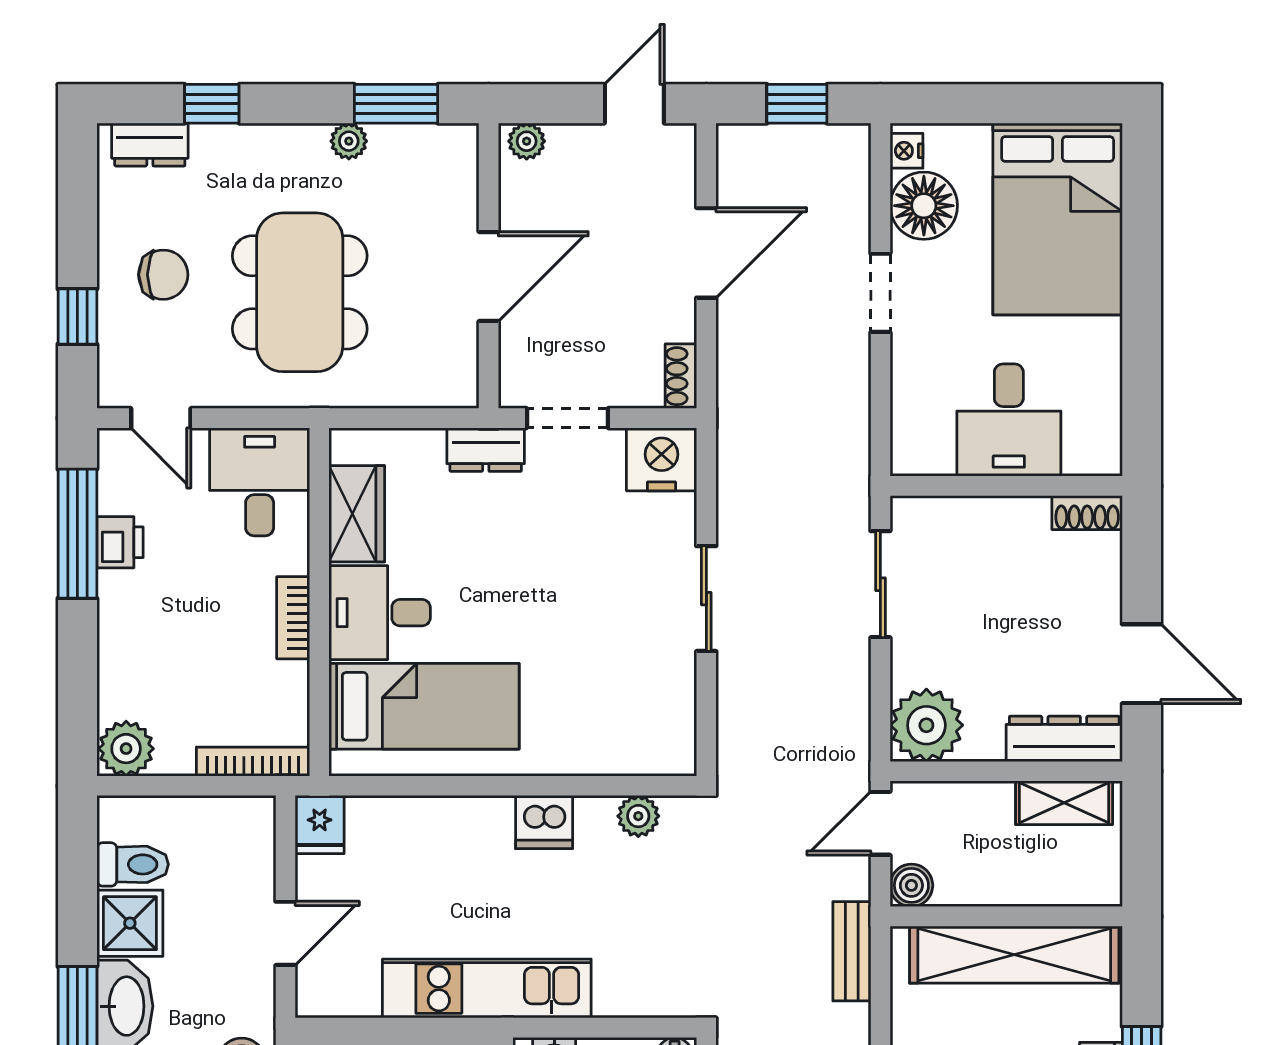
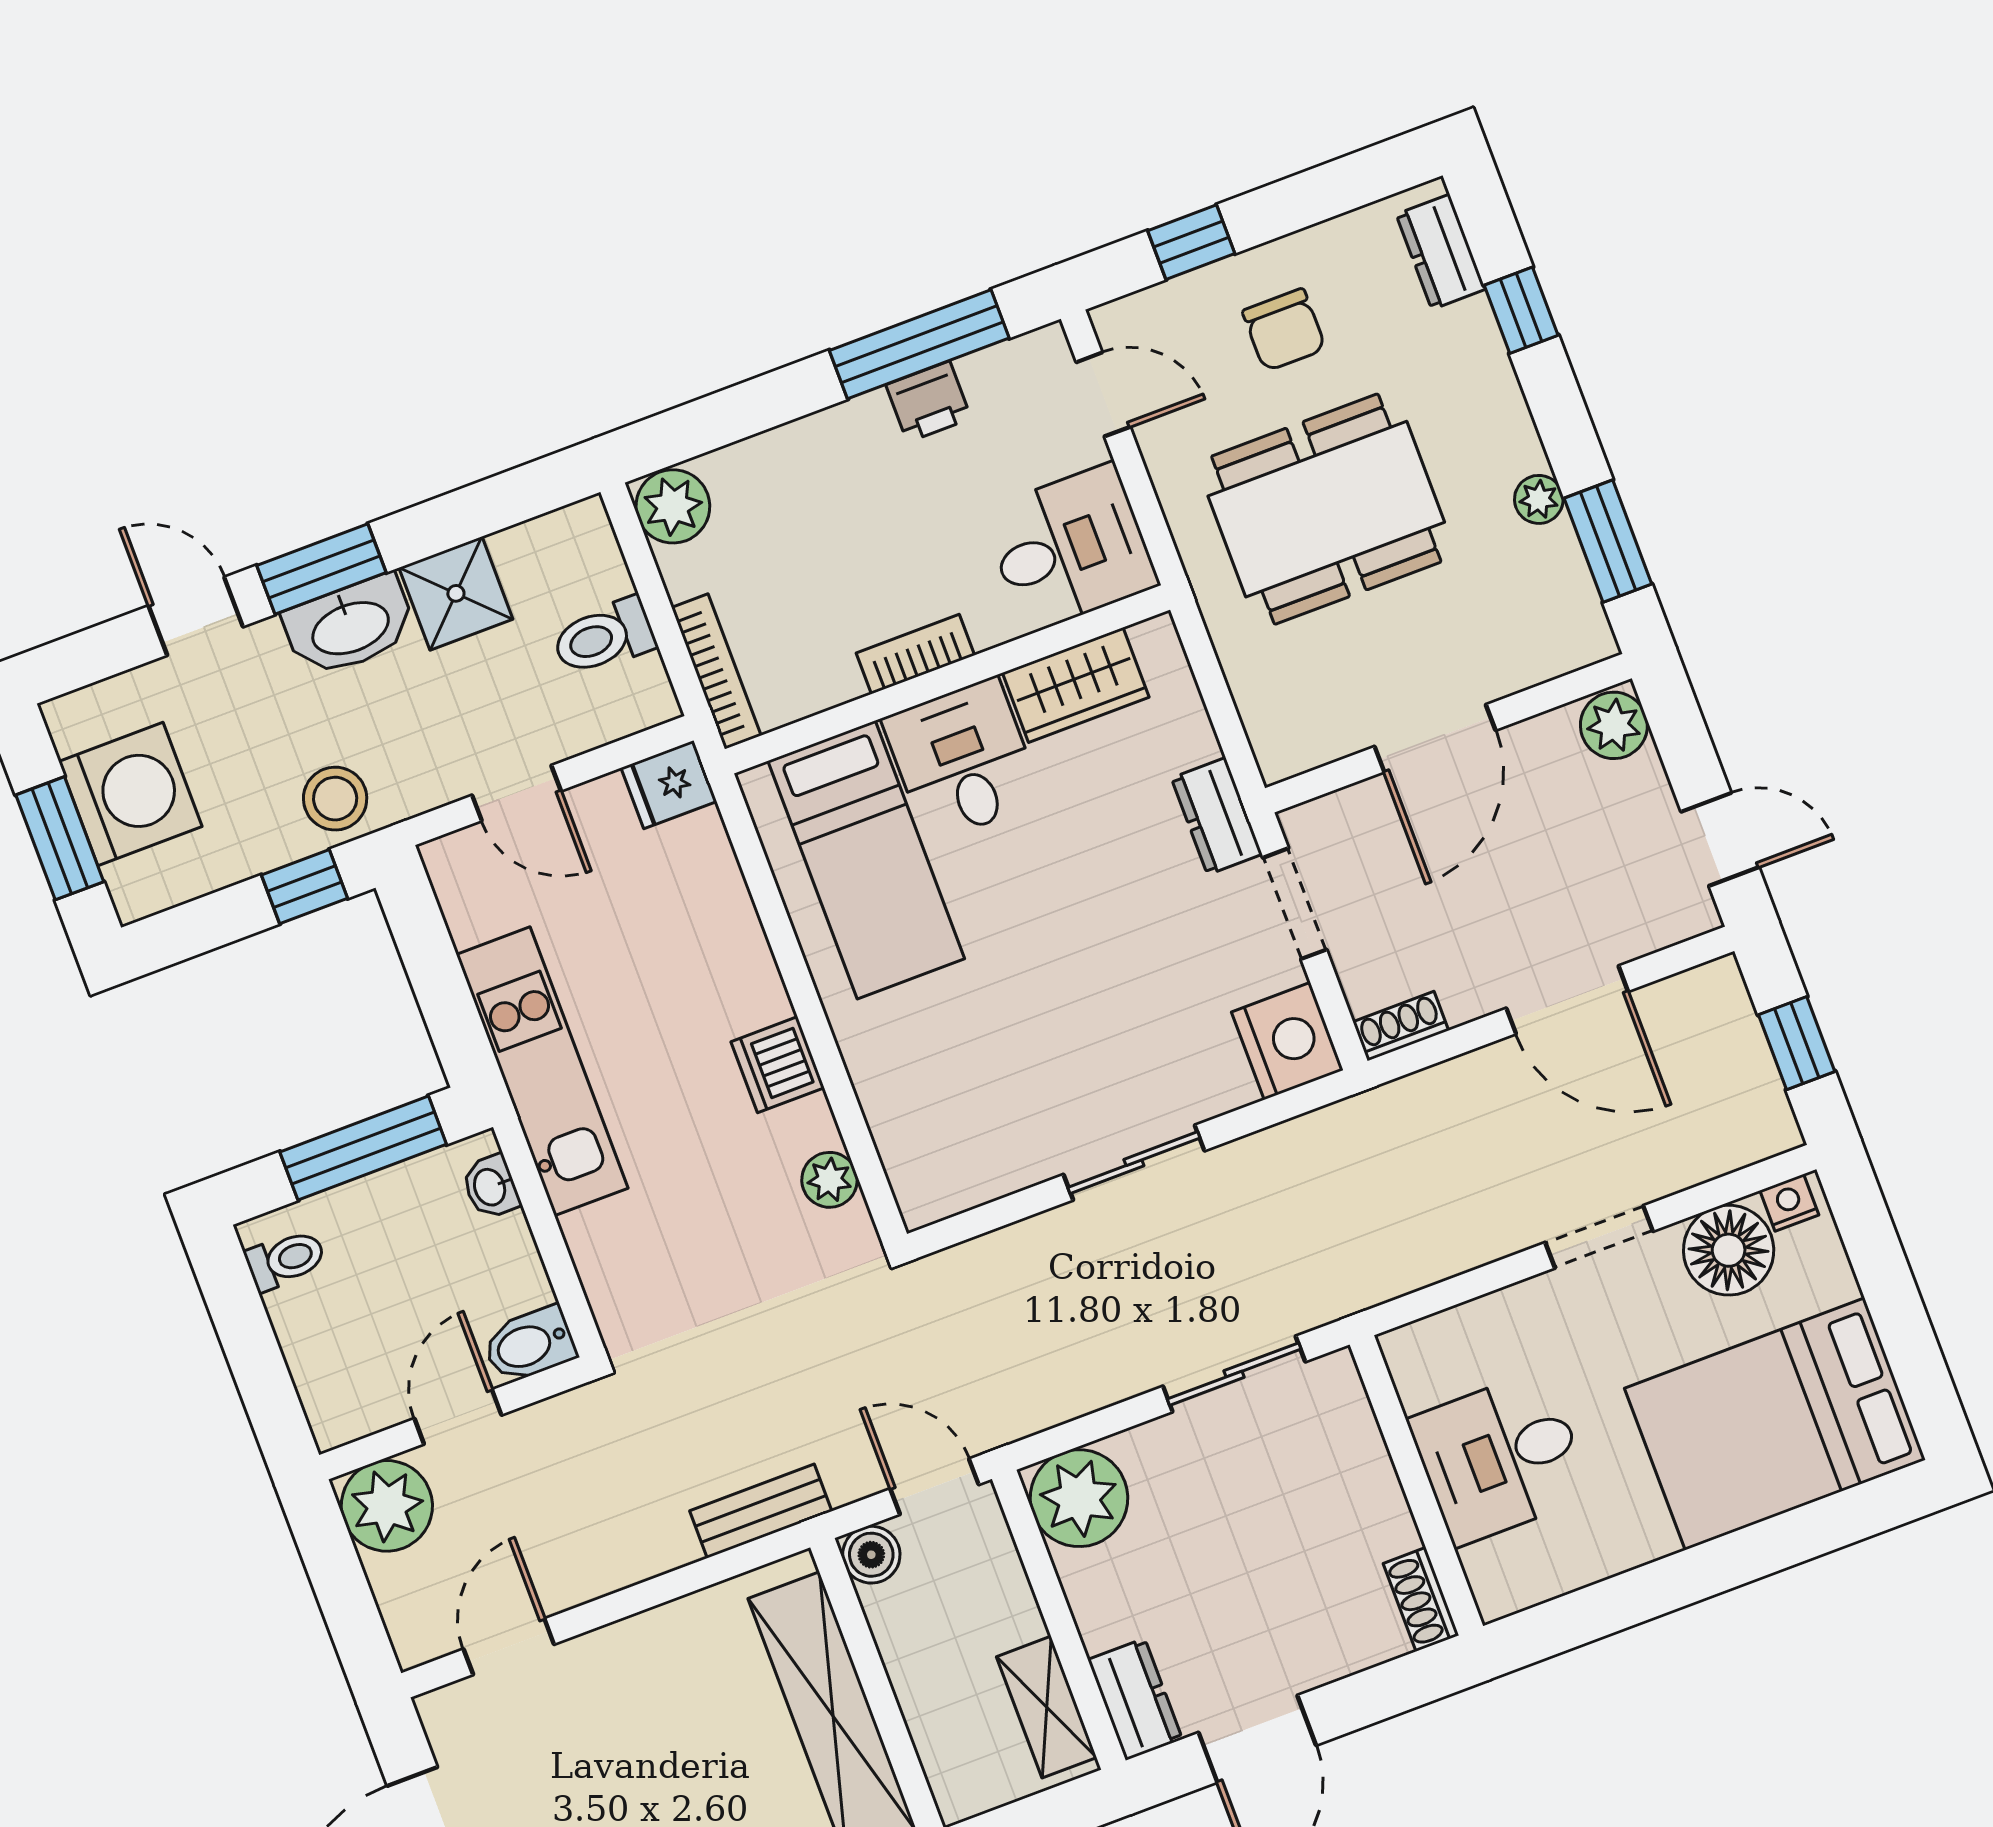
plant: (527, 141) -> (1614, 725), width x1.38, depth x1.38
door: (489, 276) -> (1435, 738), hinge flipped
door: (161, 418) -> (1103, 394), swing flipped
dresser: (1064, 739) -> (1135, 1699), width x0.70
toilet: (133, 864) -> (604, 637), moved, turned 90

